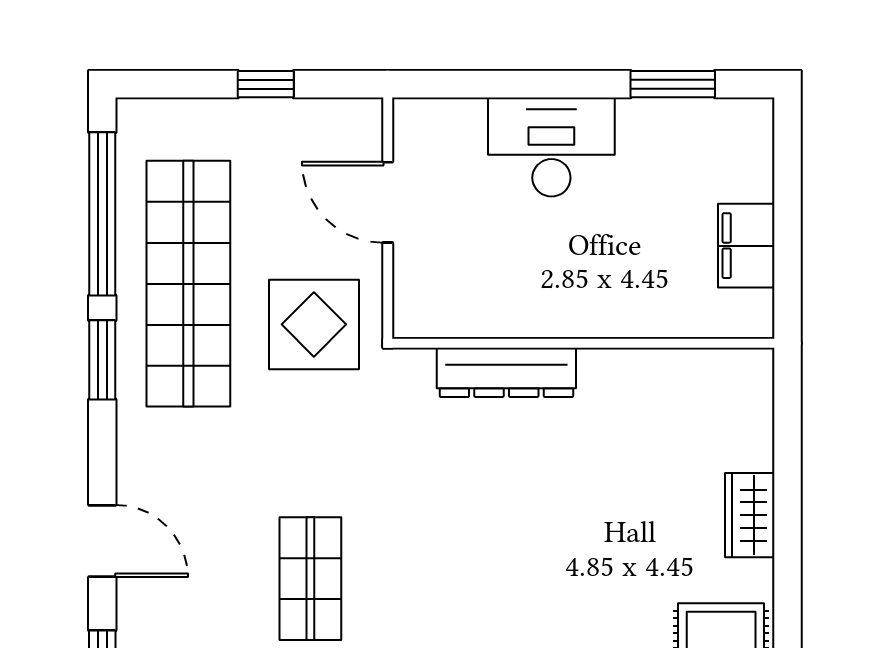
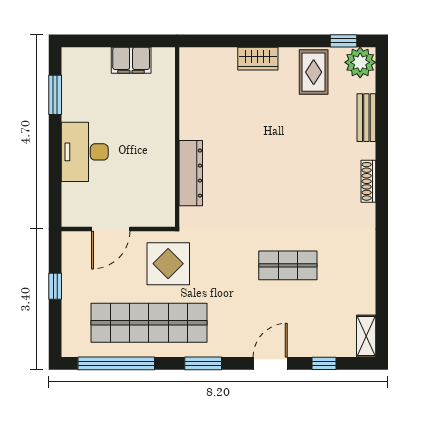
window: (102, 360) -> (203, 363), moved

